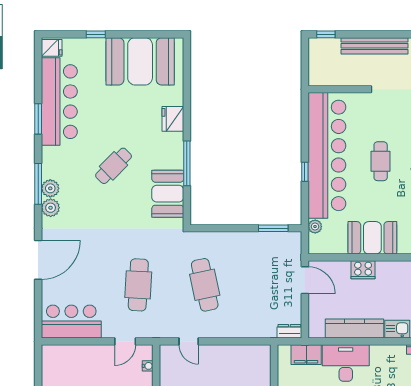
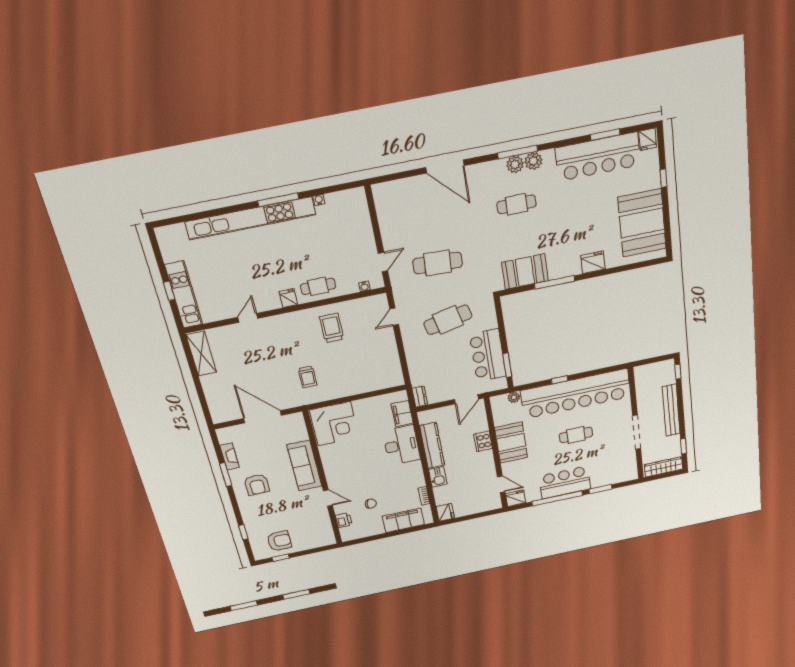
window: (38, 119) -> (605, 135), moved
cafe table: (114, 166) -> (516, 204), moved, turned -45
plant: (51, 208) -> (533, 161), moved
bar counter: (71, 322) -> (488, 355), moved, turned 180
door: (125, 341) -> (383, 262), swing flipped

